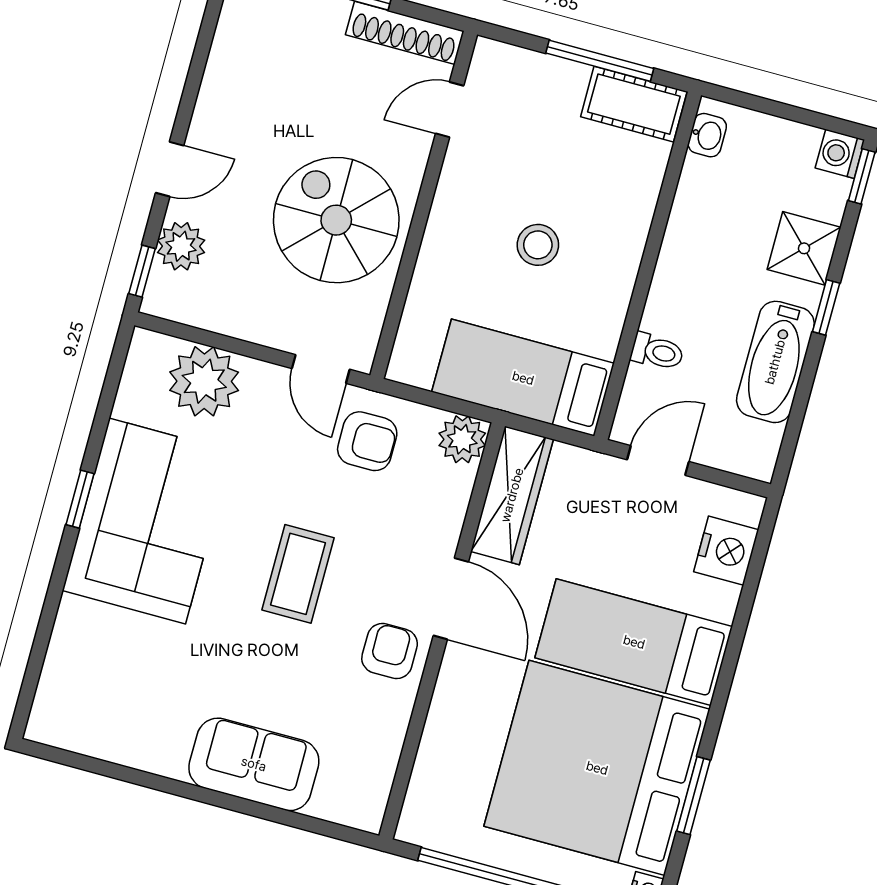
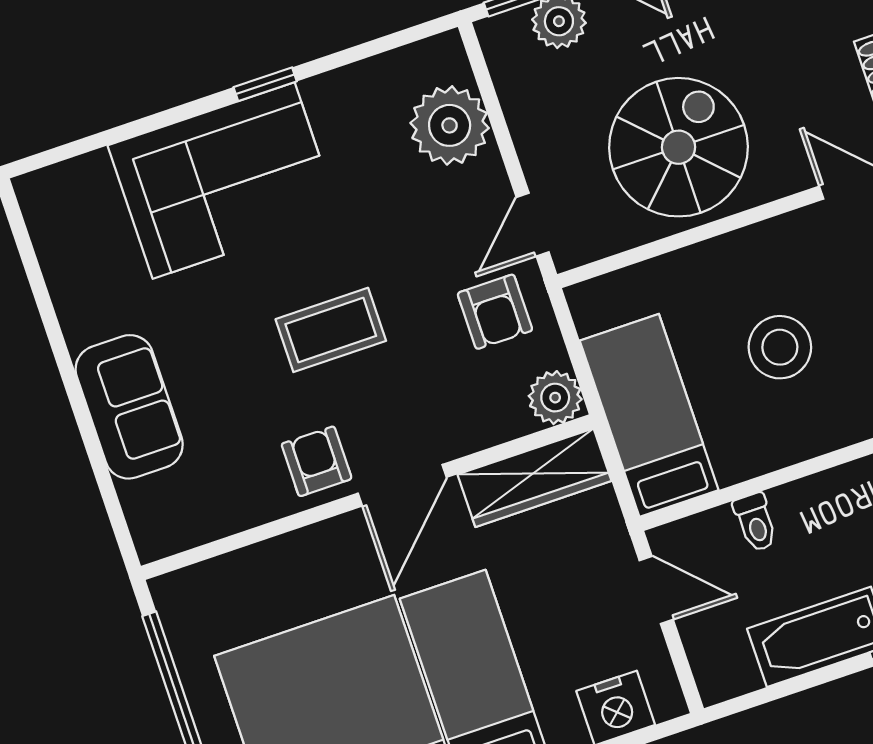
stool: (538, 245) -> (780, 347), width x1.38, depth x1.38
corner sofa: (147, 521) -> (224, 181), moved
armchair: (390, 651) -> (317, 461), turned -90

